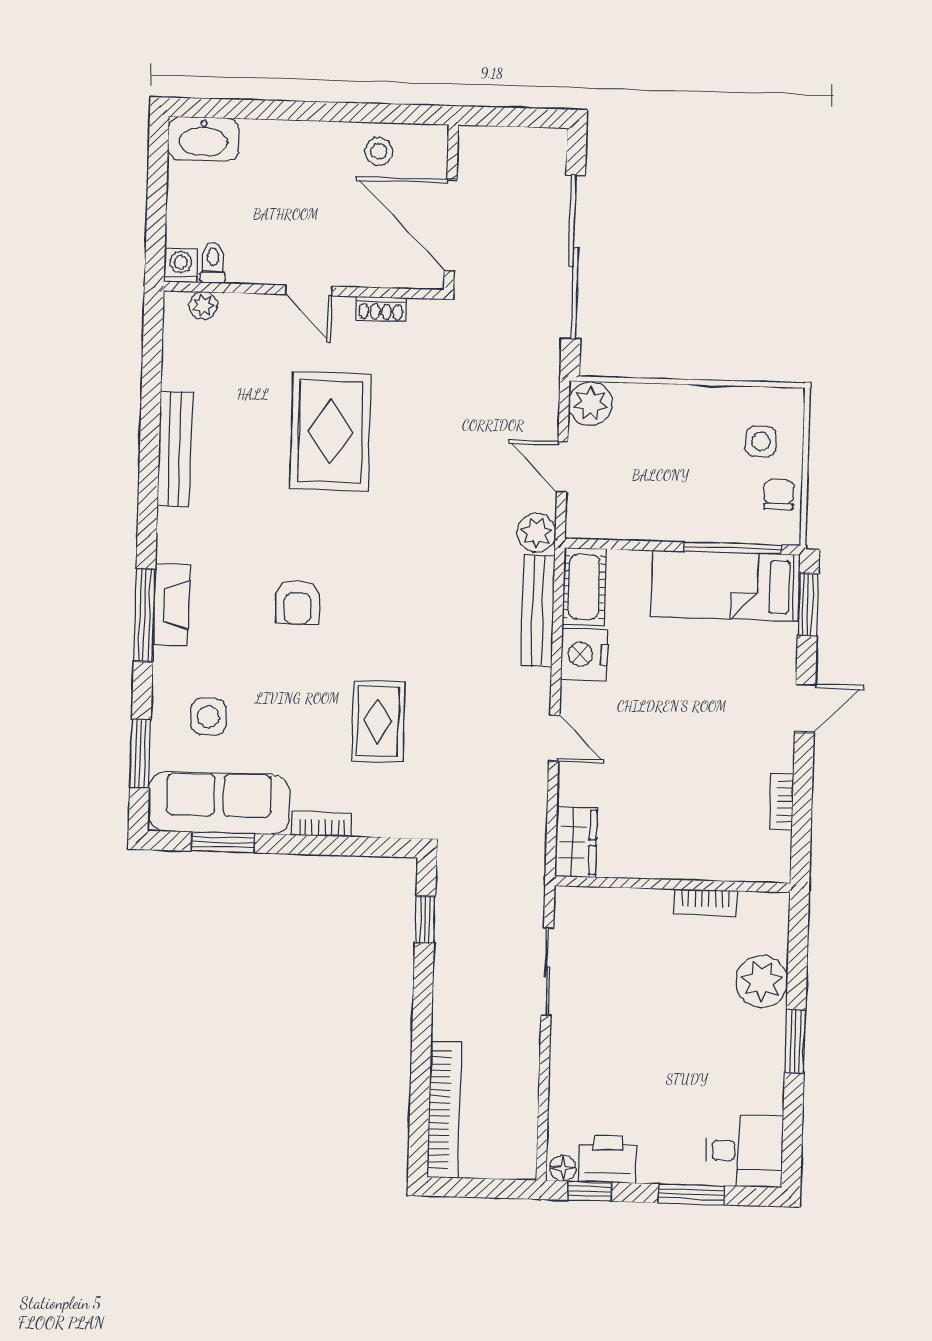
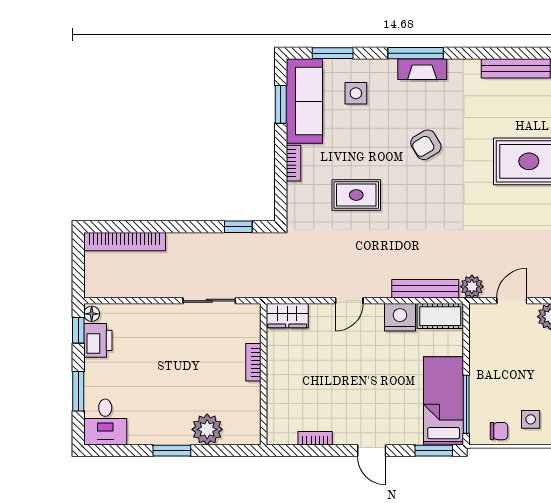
armchair: (298, 602) -> (426, 145), turned -31
bookcase: (705, 902) -> (253, 362), moved

